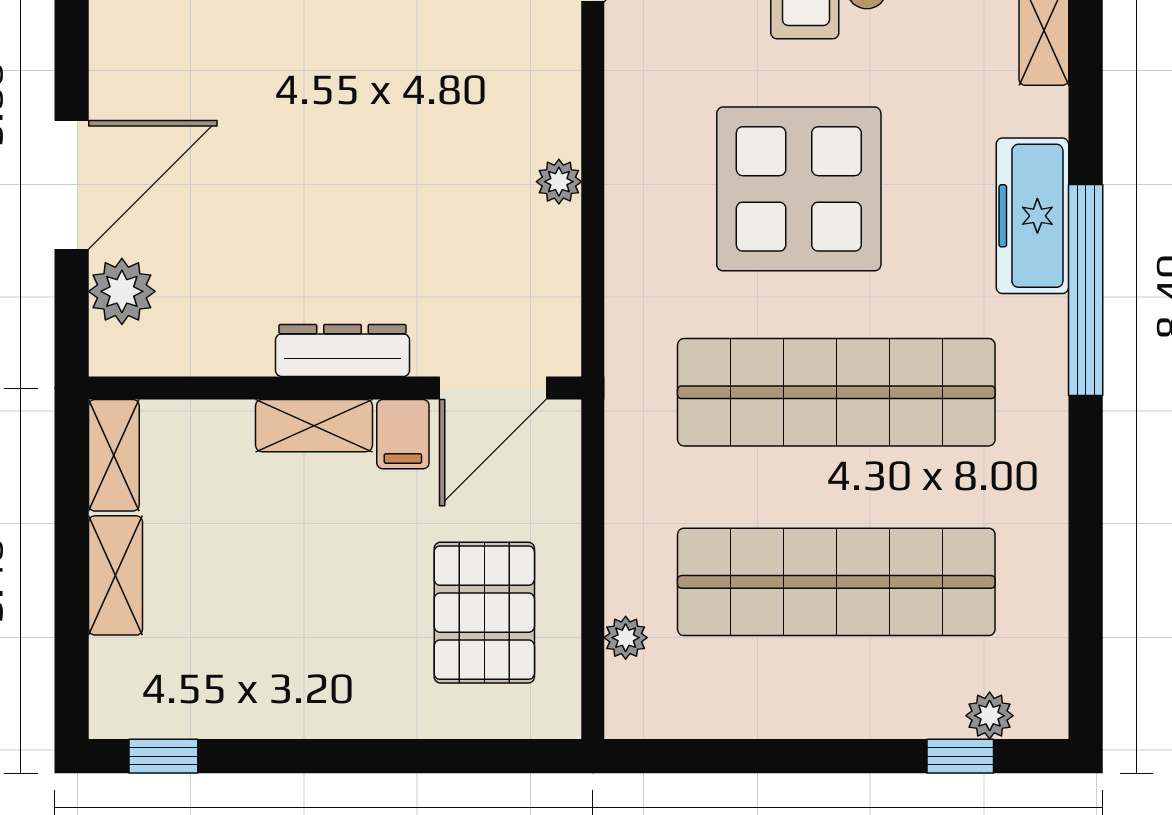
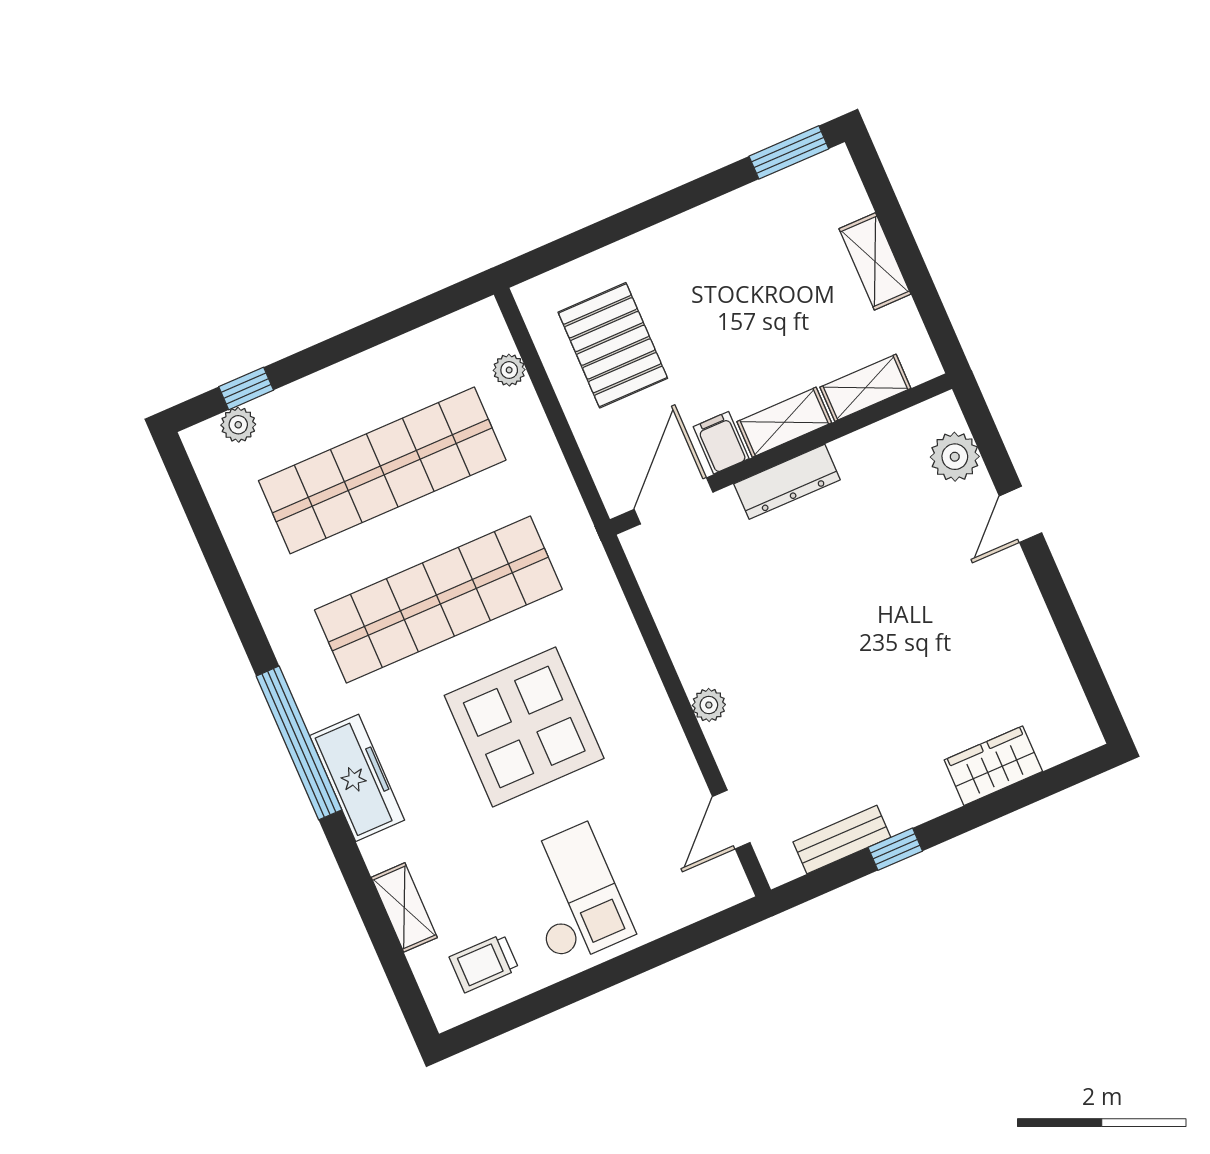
plant: (559, 182) -> (709, 705), moved
door: (72, 185) -> (1020, 514), width x0.53
shelving: (114, 455) -> (865, 388), moved, turned 90
window: (163, 756) -> (789, 152), width x1.50

